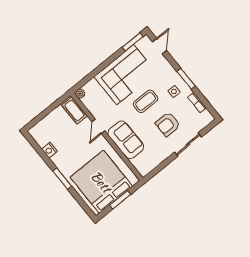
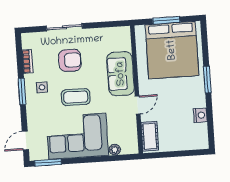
plant: (80, 94) -> (115, 150), moved

